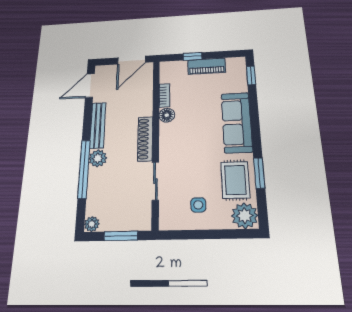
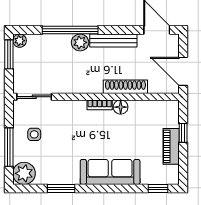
bookcase: (164, 95) -> (100, 105), moved
shoe rack: (145, 139) -> (125, 87), moved
rug: (235, 180) -> (55, 167), removed
sliding door: (155, 181) -> (34, 97), moved
window: (214, 234) -> (9, 147), added
window: (121, 236) -> (9, 54), moved

